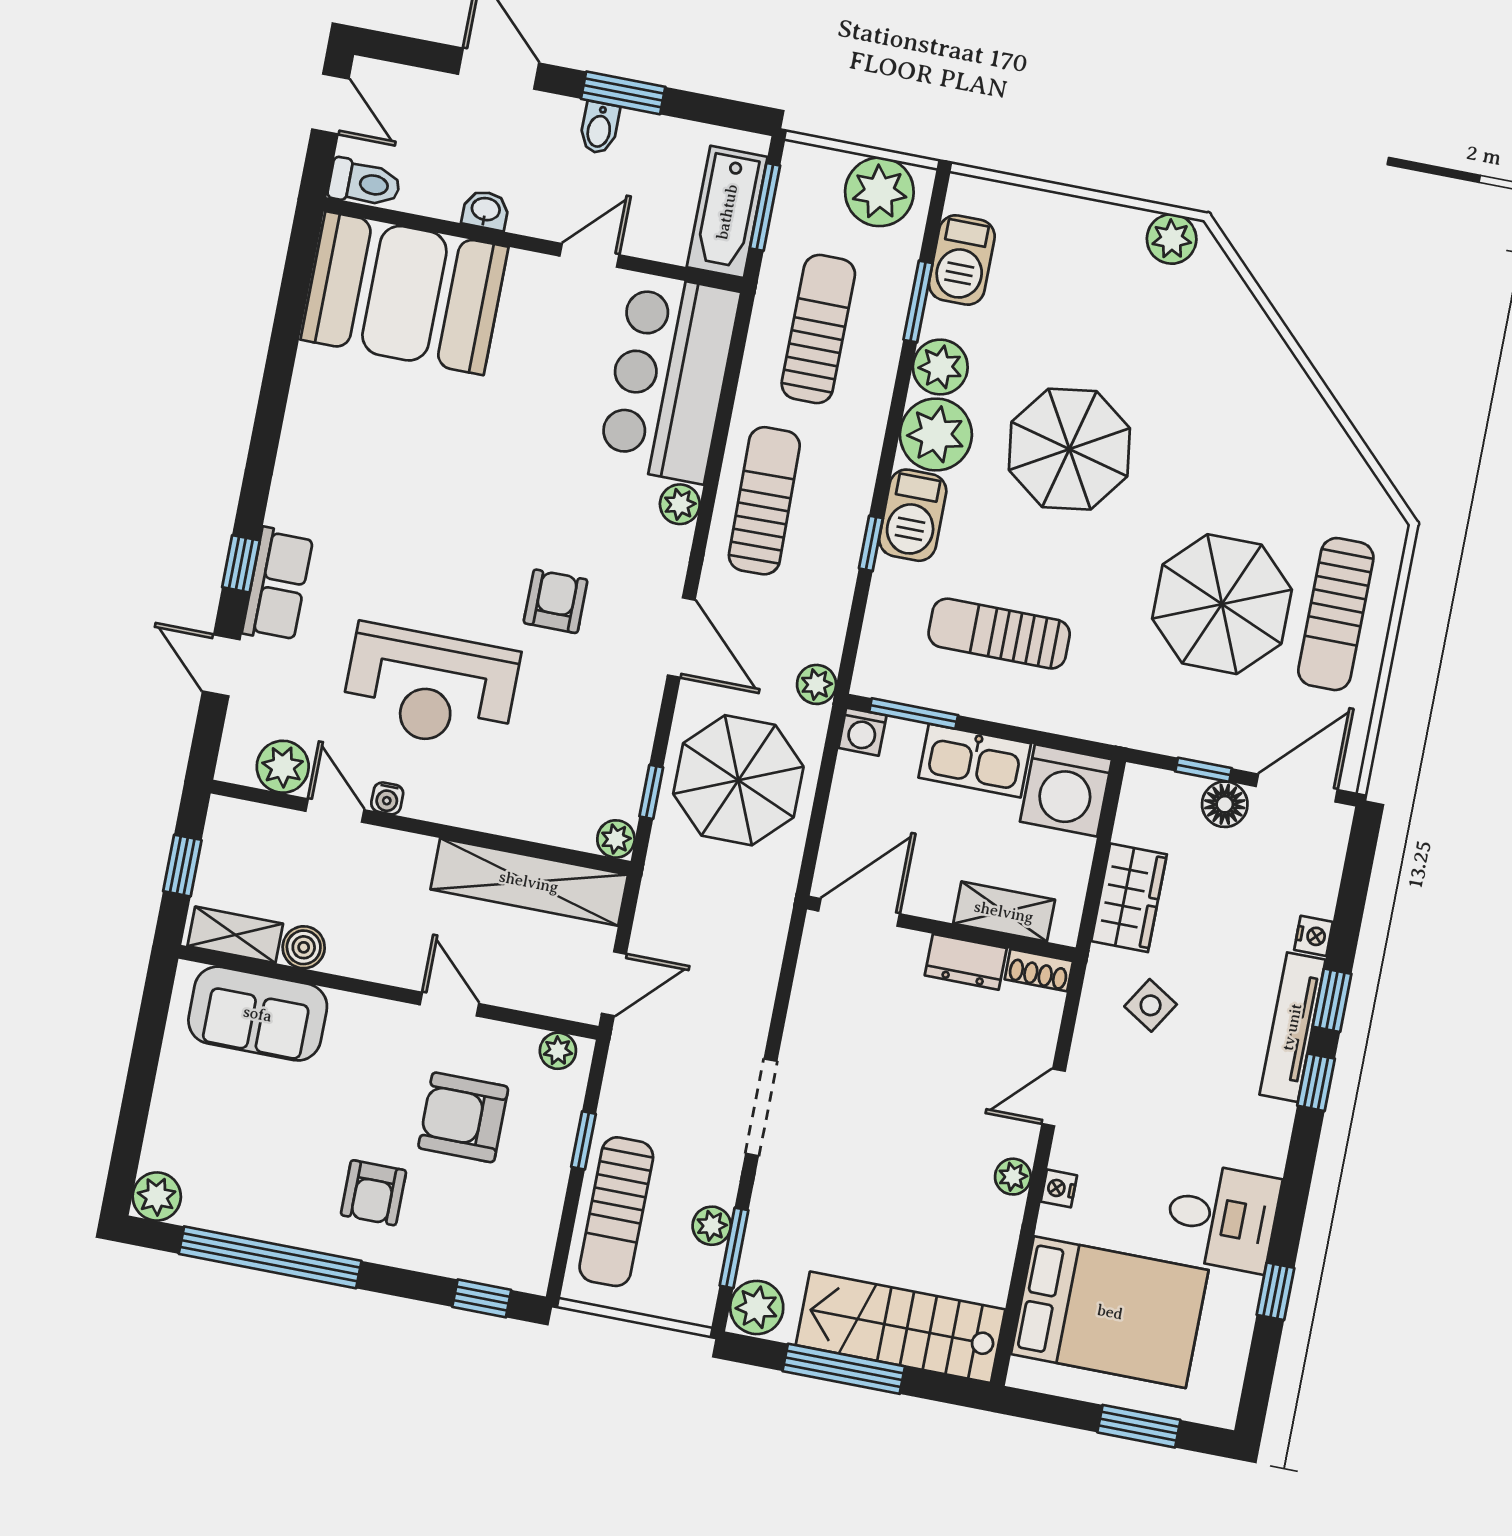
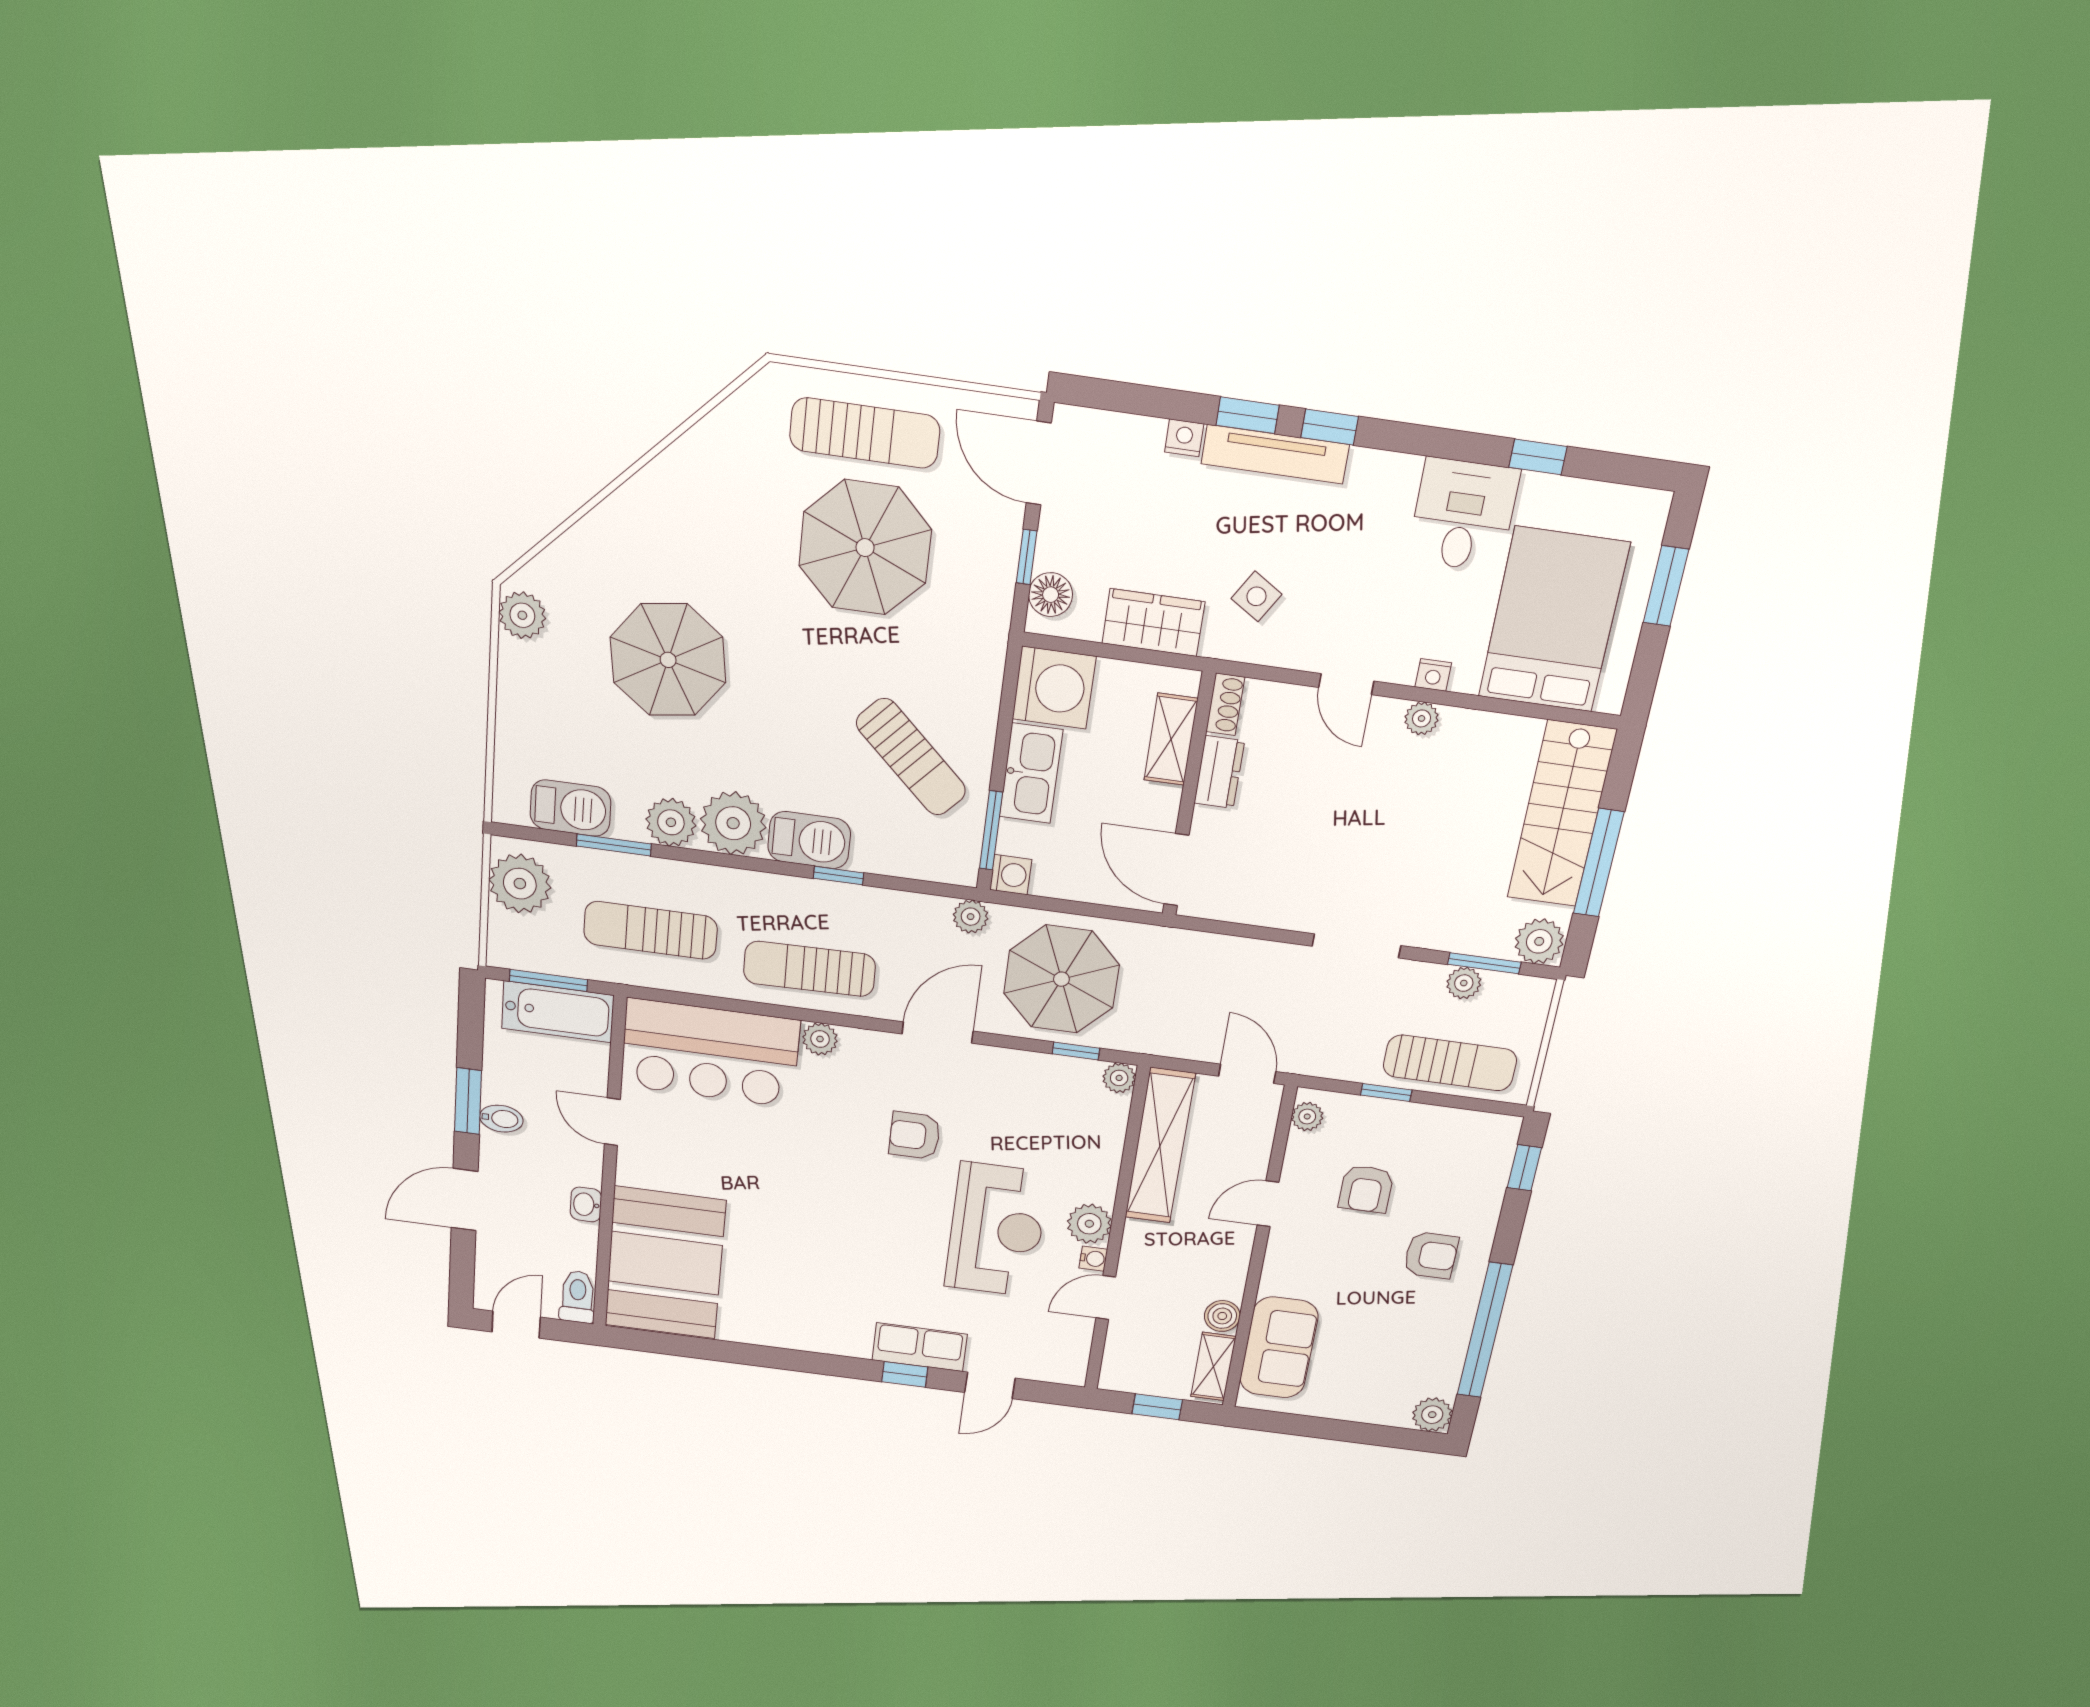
parasol: (1069, 449) -> (668, 660), moved
sun lounger: (999, 634) -> (911, 757), turned -47
plant: (283, 767) -> (1089, 1224), moved
floor lamp: (1225, 804) -> (1051, 595), moved
armchair: (463, 1117) -> (1366, 1189), width x0.72, depth x0.72

